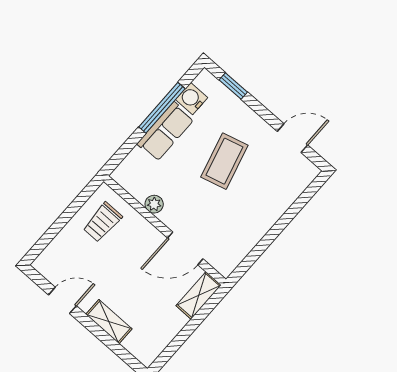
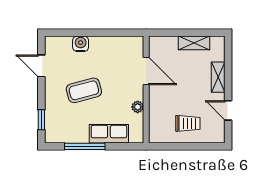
water cooler: (192, 99) -> (81, 44), moved, turned 180
row of seats: (165, 132) -> (109, 134), moved
trolley: (102, 222) -> (188, 123), moved
shelving: (199, 295) -> (194, 43), moved

